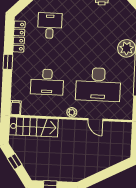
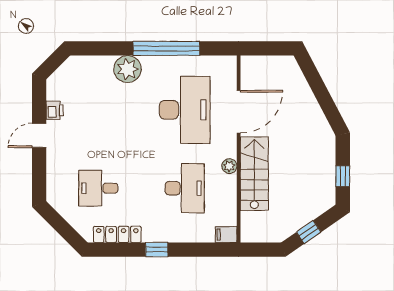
plant: (72, 112) -> (229, 166), moved
door: (95, 120) -> (239, 112), width x1.88
stairs: (34, 127) -> (254, 174), moved

